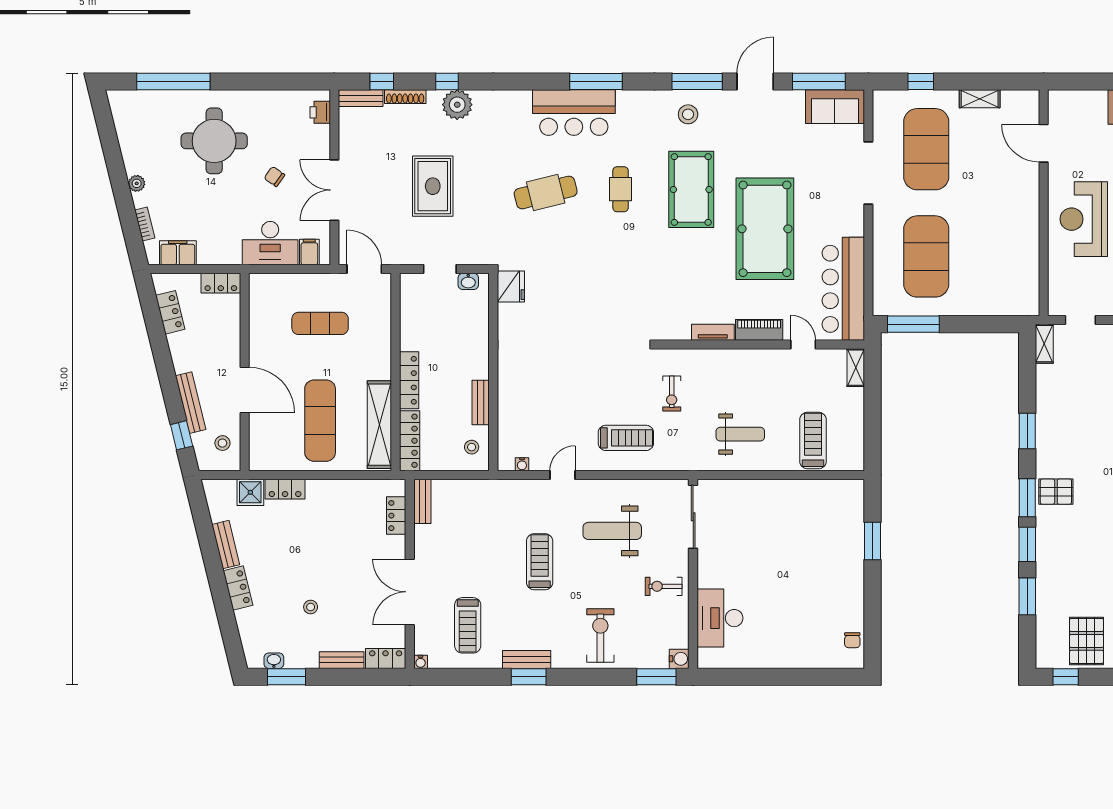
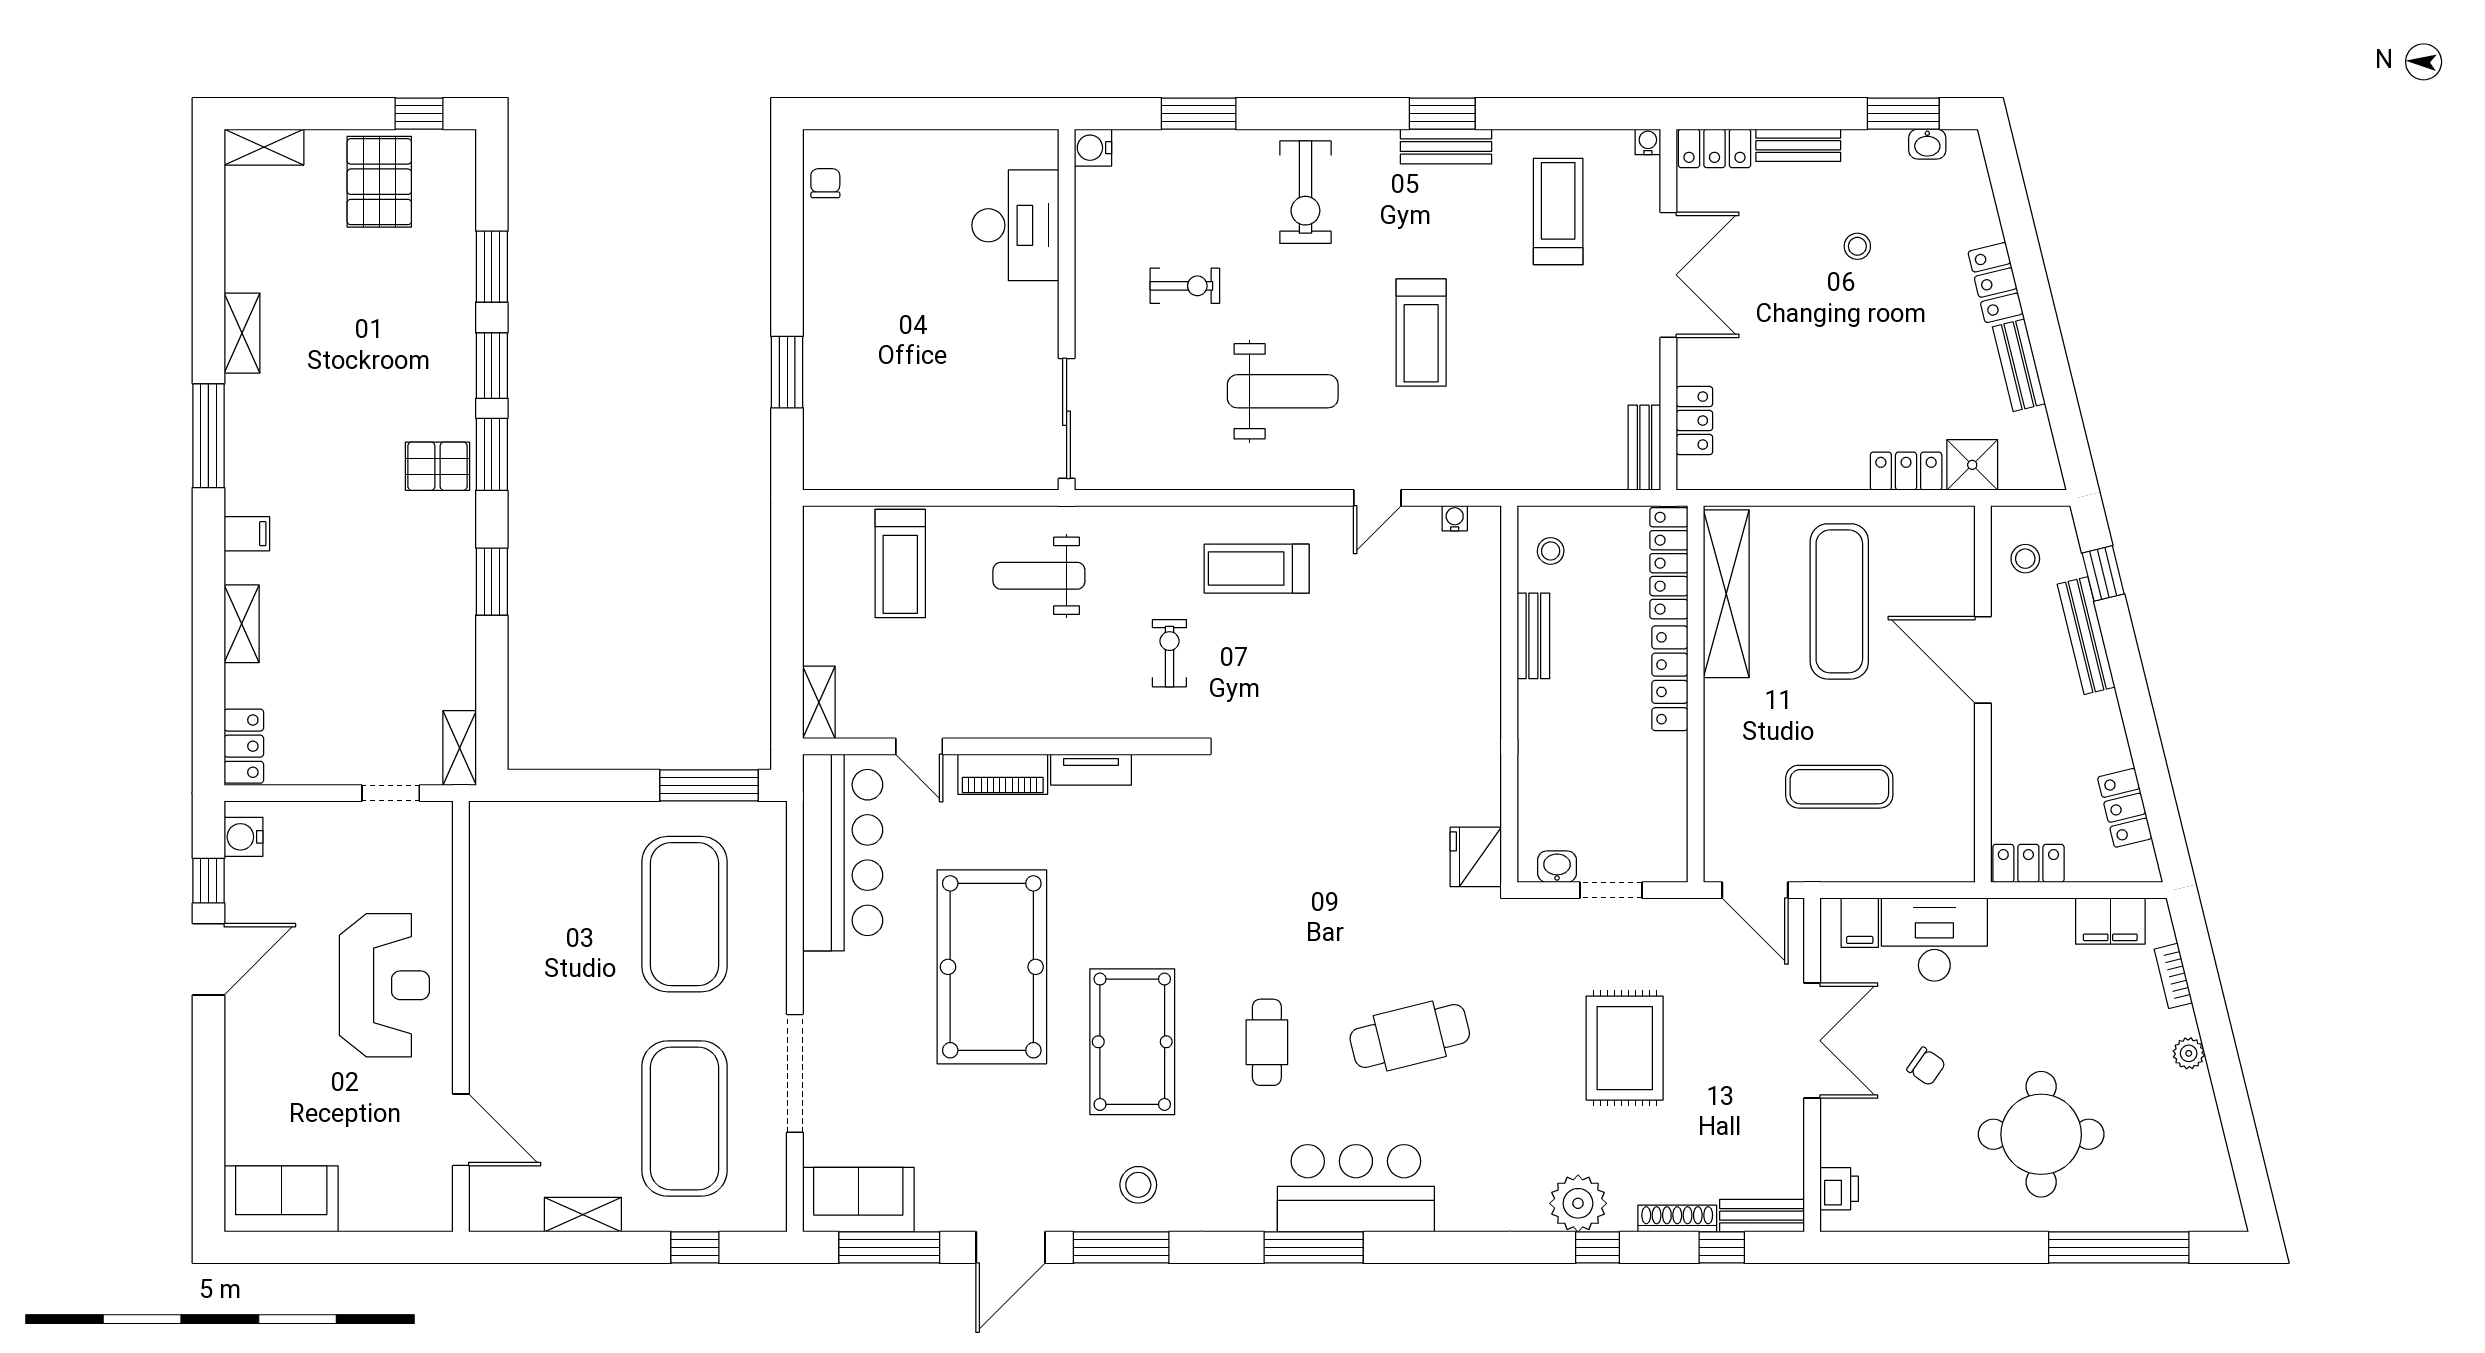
sliding door: (693, 517) -> (1067, 418), moved
wall: (693, 574) -> (1067, 310), moved
desk: (720, 618) -> (1015, 225), moved
water cooler: (679, 659) -> (1093, 148), moved

